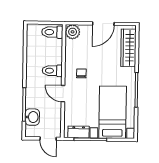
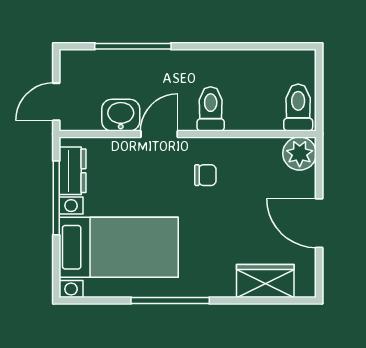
wardrobe: (128, 48) -> (265, 281), width x0.67
washbasin: (32, 117) -> (121, 115), moved, turned 180

